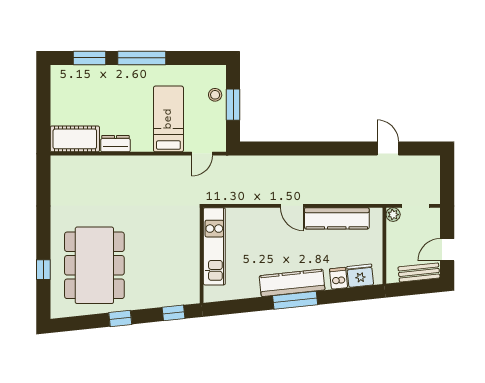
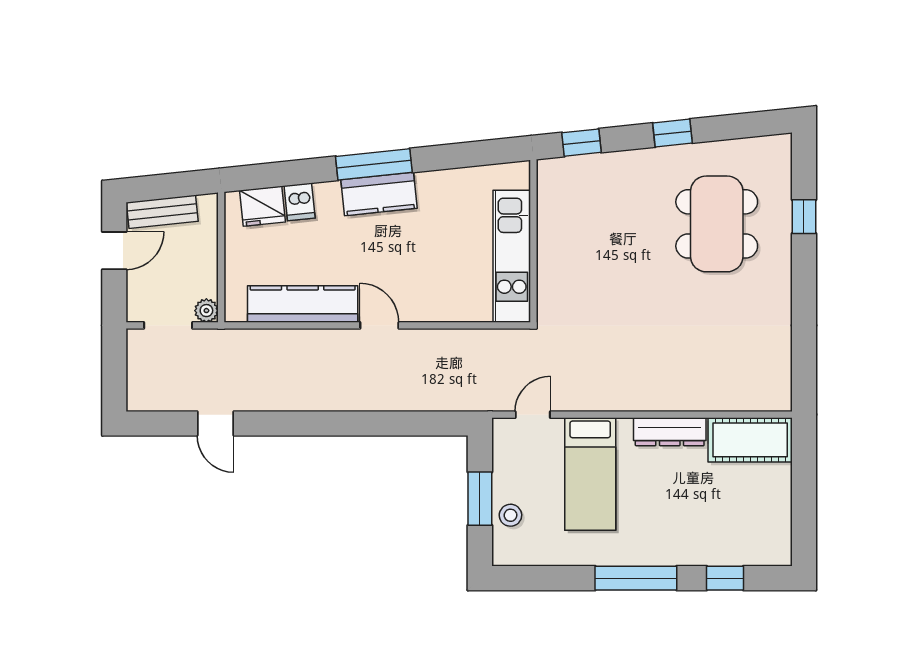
window: (90, 58) -> (725, 578), width x0.67
dresser: (115, 144) -> (670, 432), width x1.44
dining table: (94, 265) -> (717, 224), width x0.73, depth x0.80
kitchen counter: (292, 283) -> (379, 194), width x0.67

